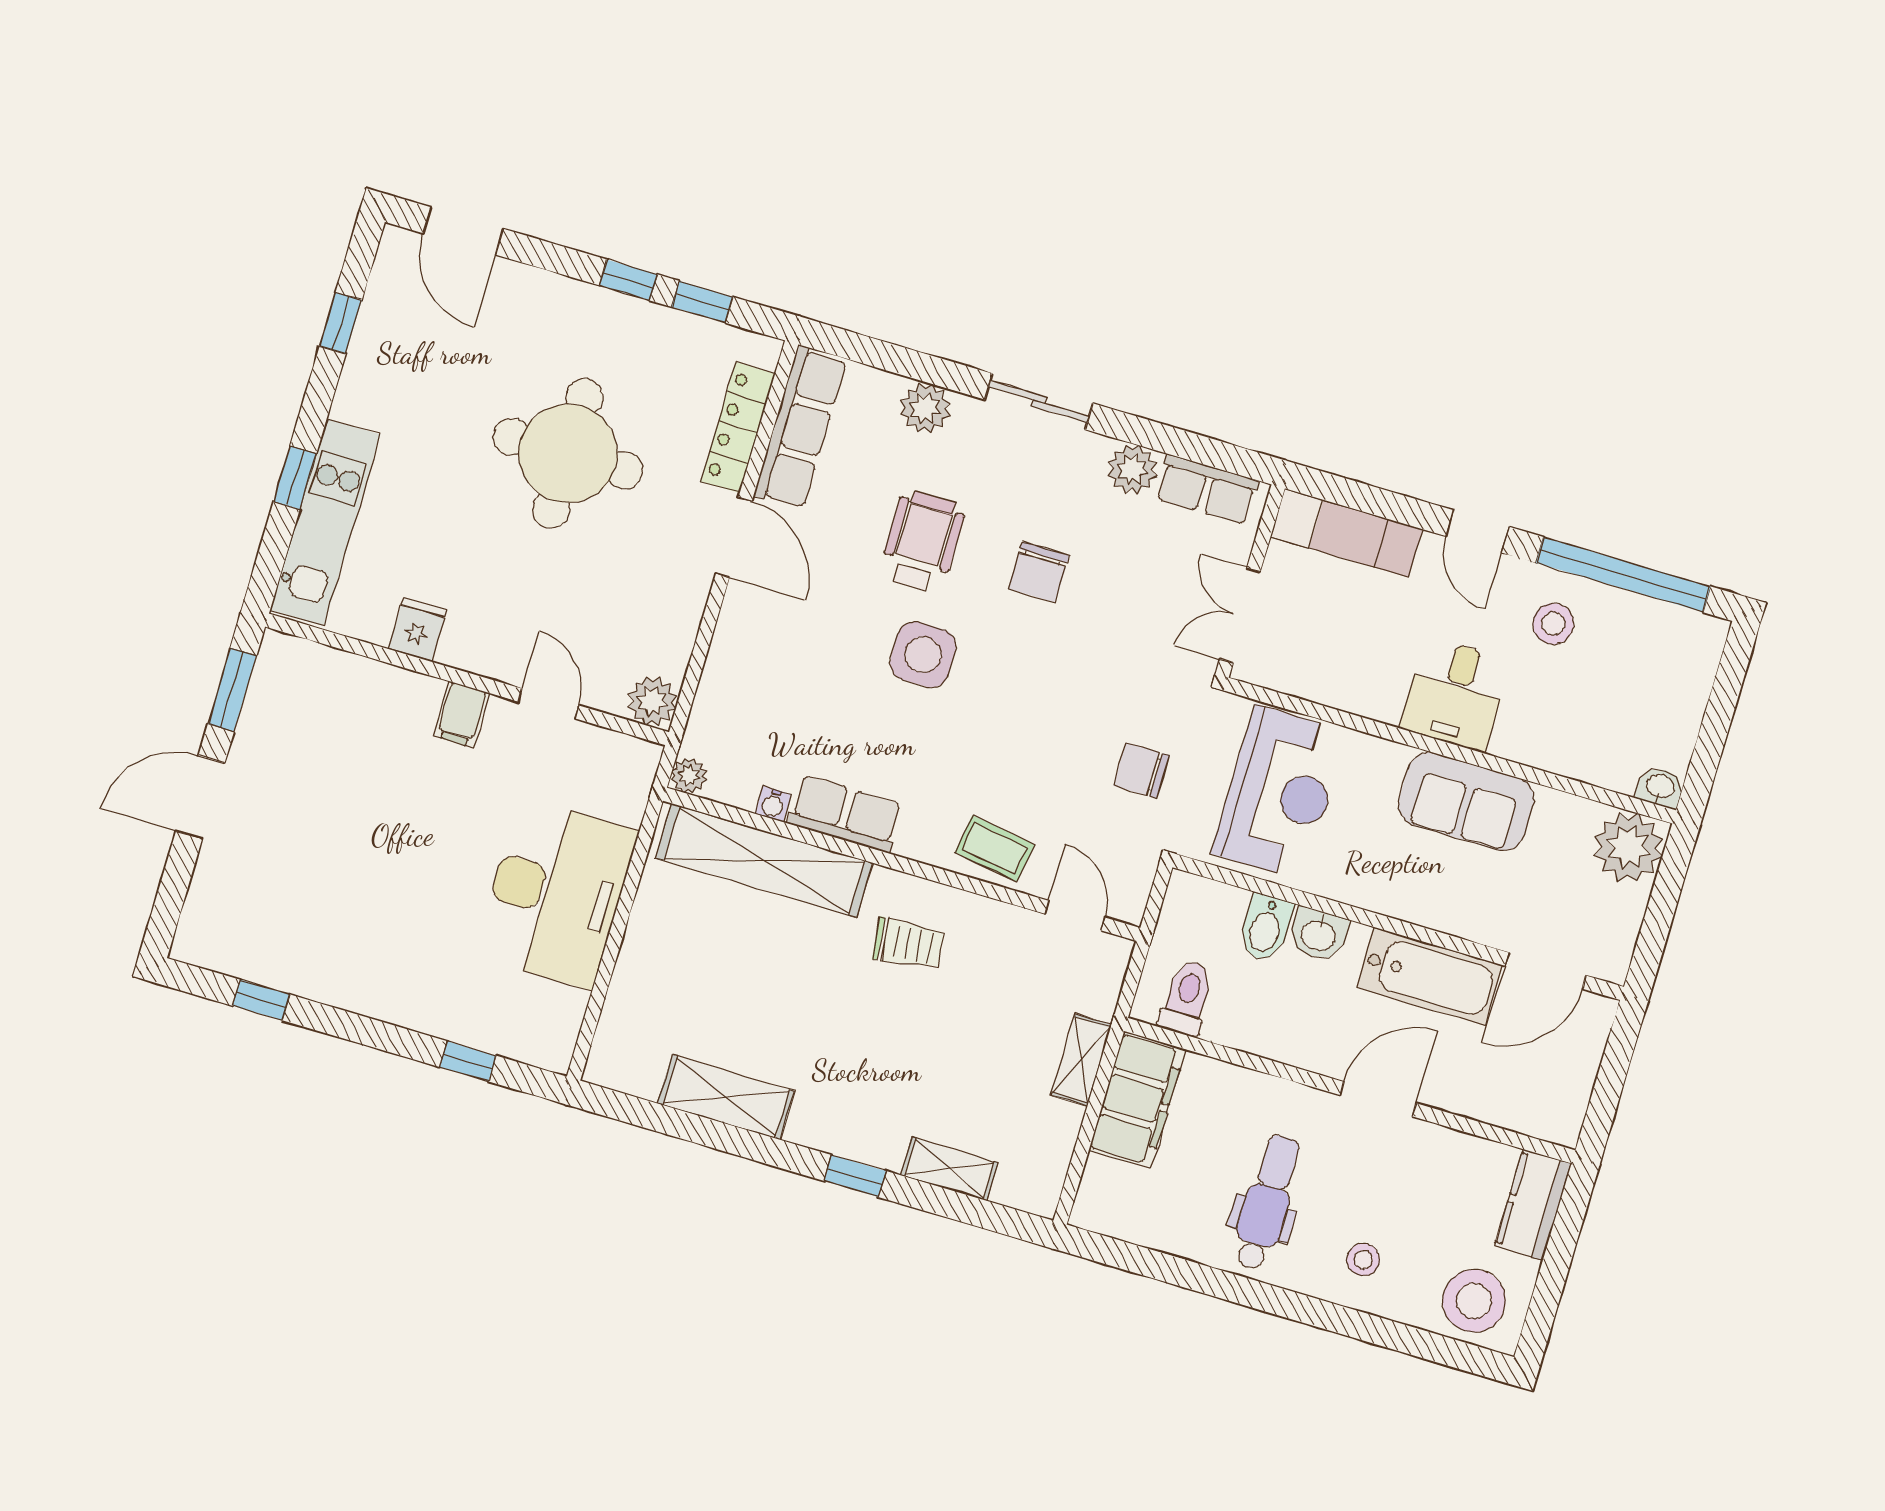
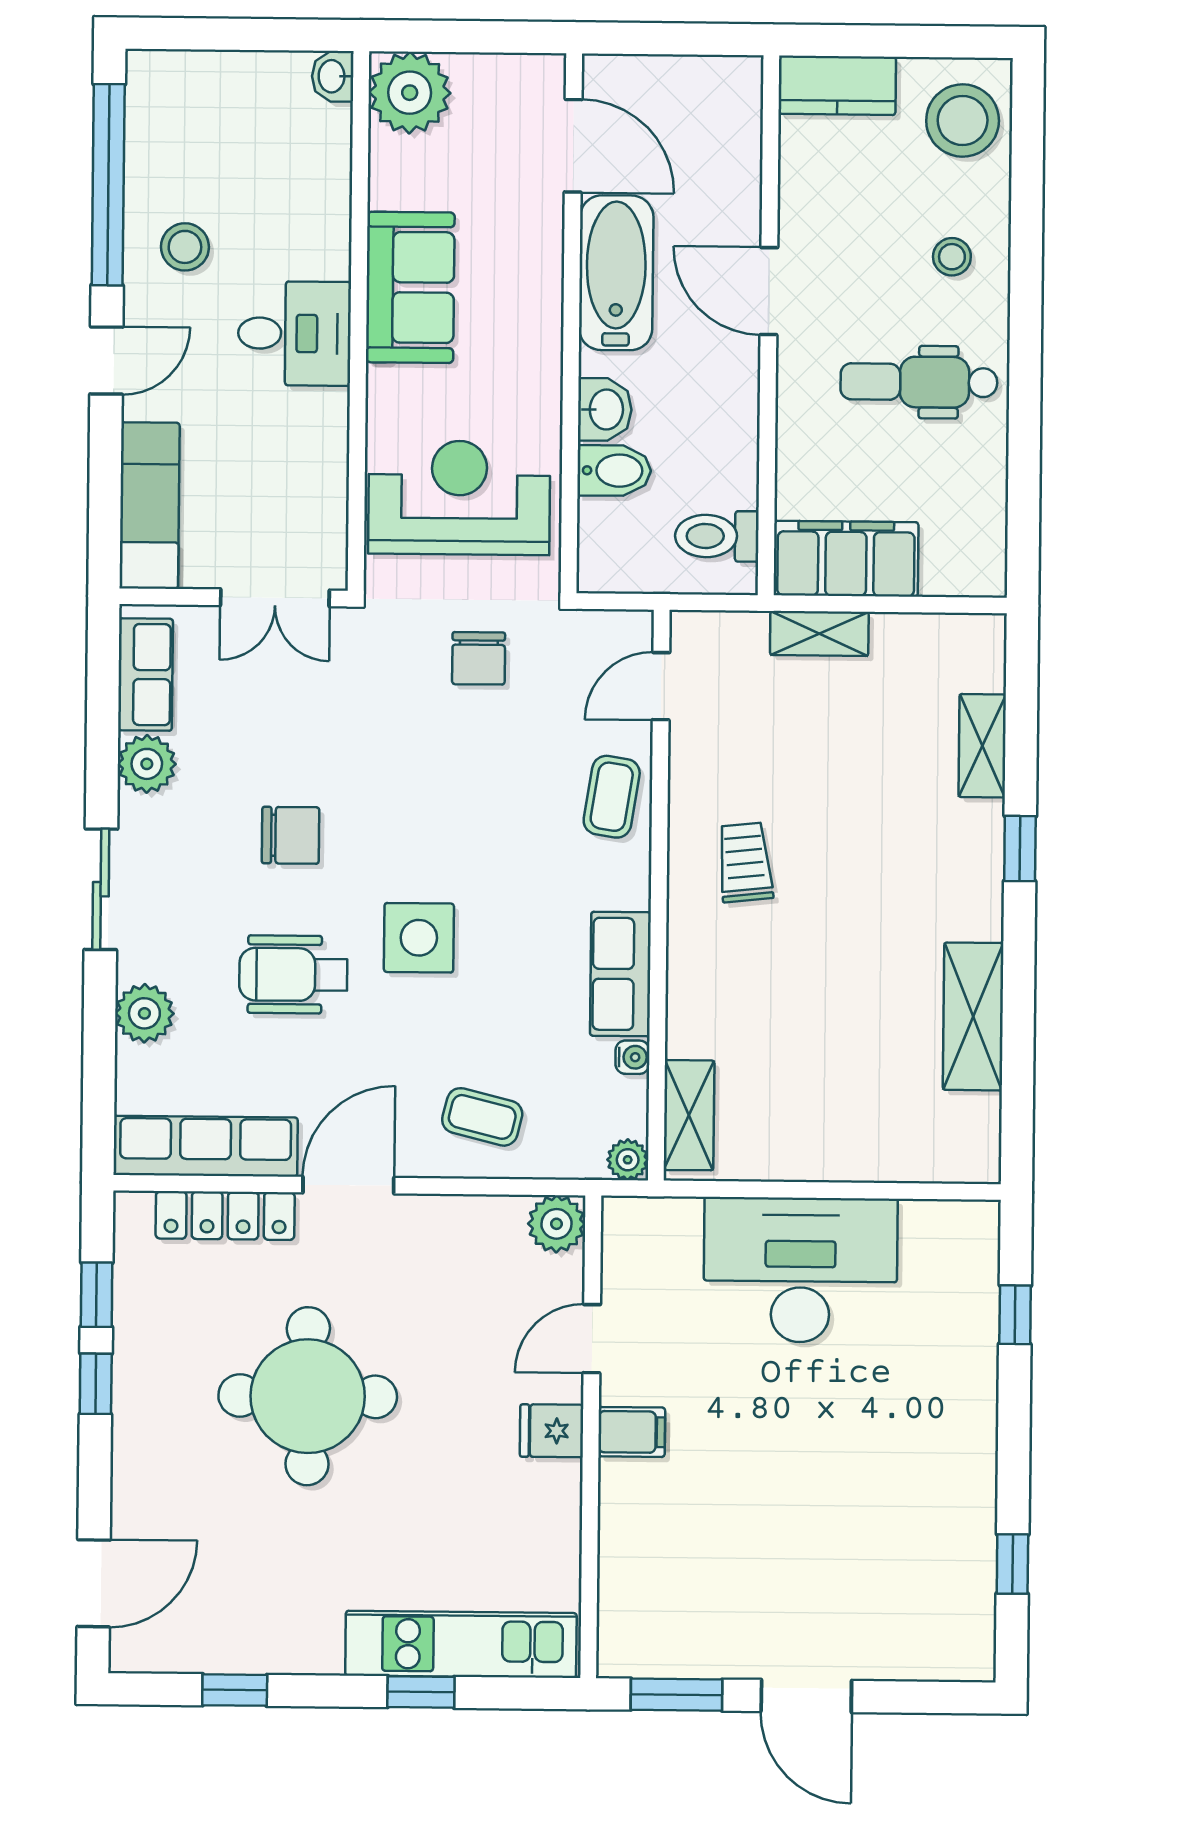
fridge: (417, 629) -> (552, 1431), moved
coffee table: (759, 665) -> (482, 1117), added
shelving: (764, 860) -> (689, 1115), width x0.45, depth x0.75

